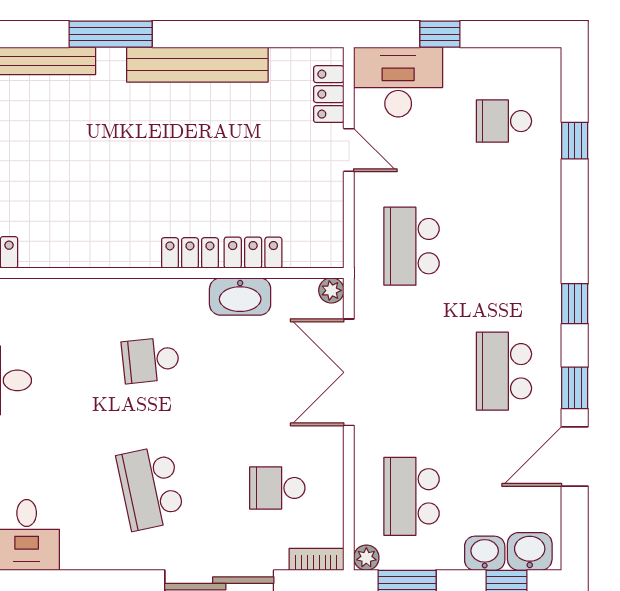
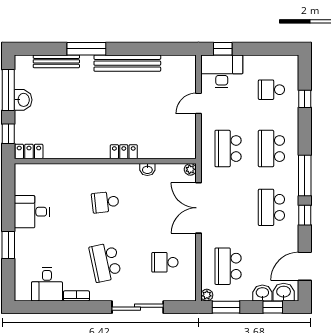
window: (440, 34) -> (223, 49), moved
locker: (329, 94) -> (189, 77), removed
door: (349, 150) -> (199, 103), swing flipped
school desk: (504, 246) -> (271, 149), added
locker: (253, 253) -> (153, 152), removed
washbasin: (240, 297) -> (147, 170), width x0.52, depth x0.69
window: (575, 304) -> (305, 176), width x2.17
door: (575, 456) -> (305, 266), moved
bookcase: (316, 559) -> (76, 296), moved

